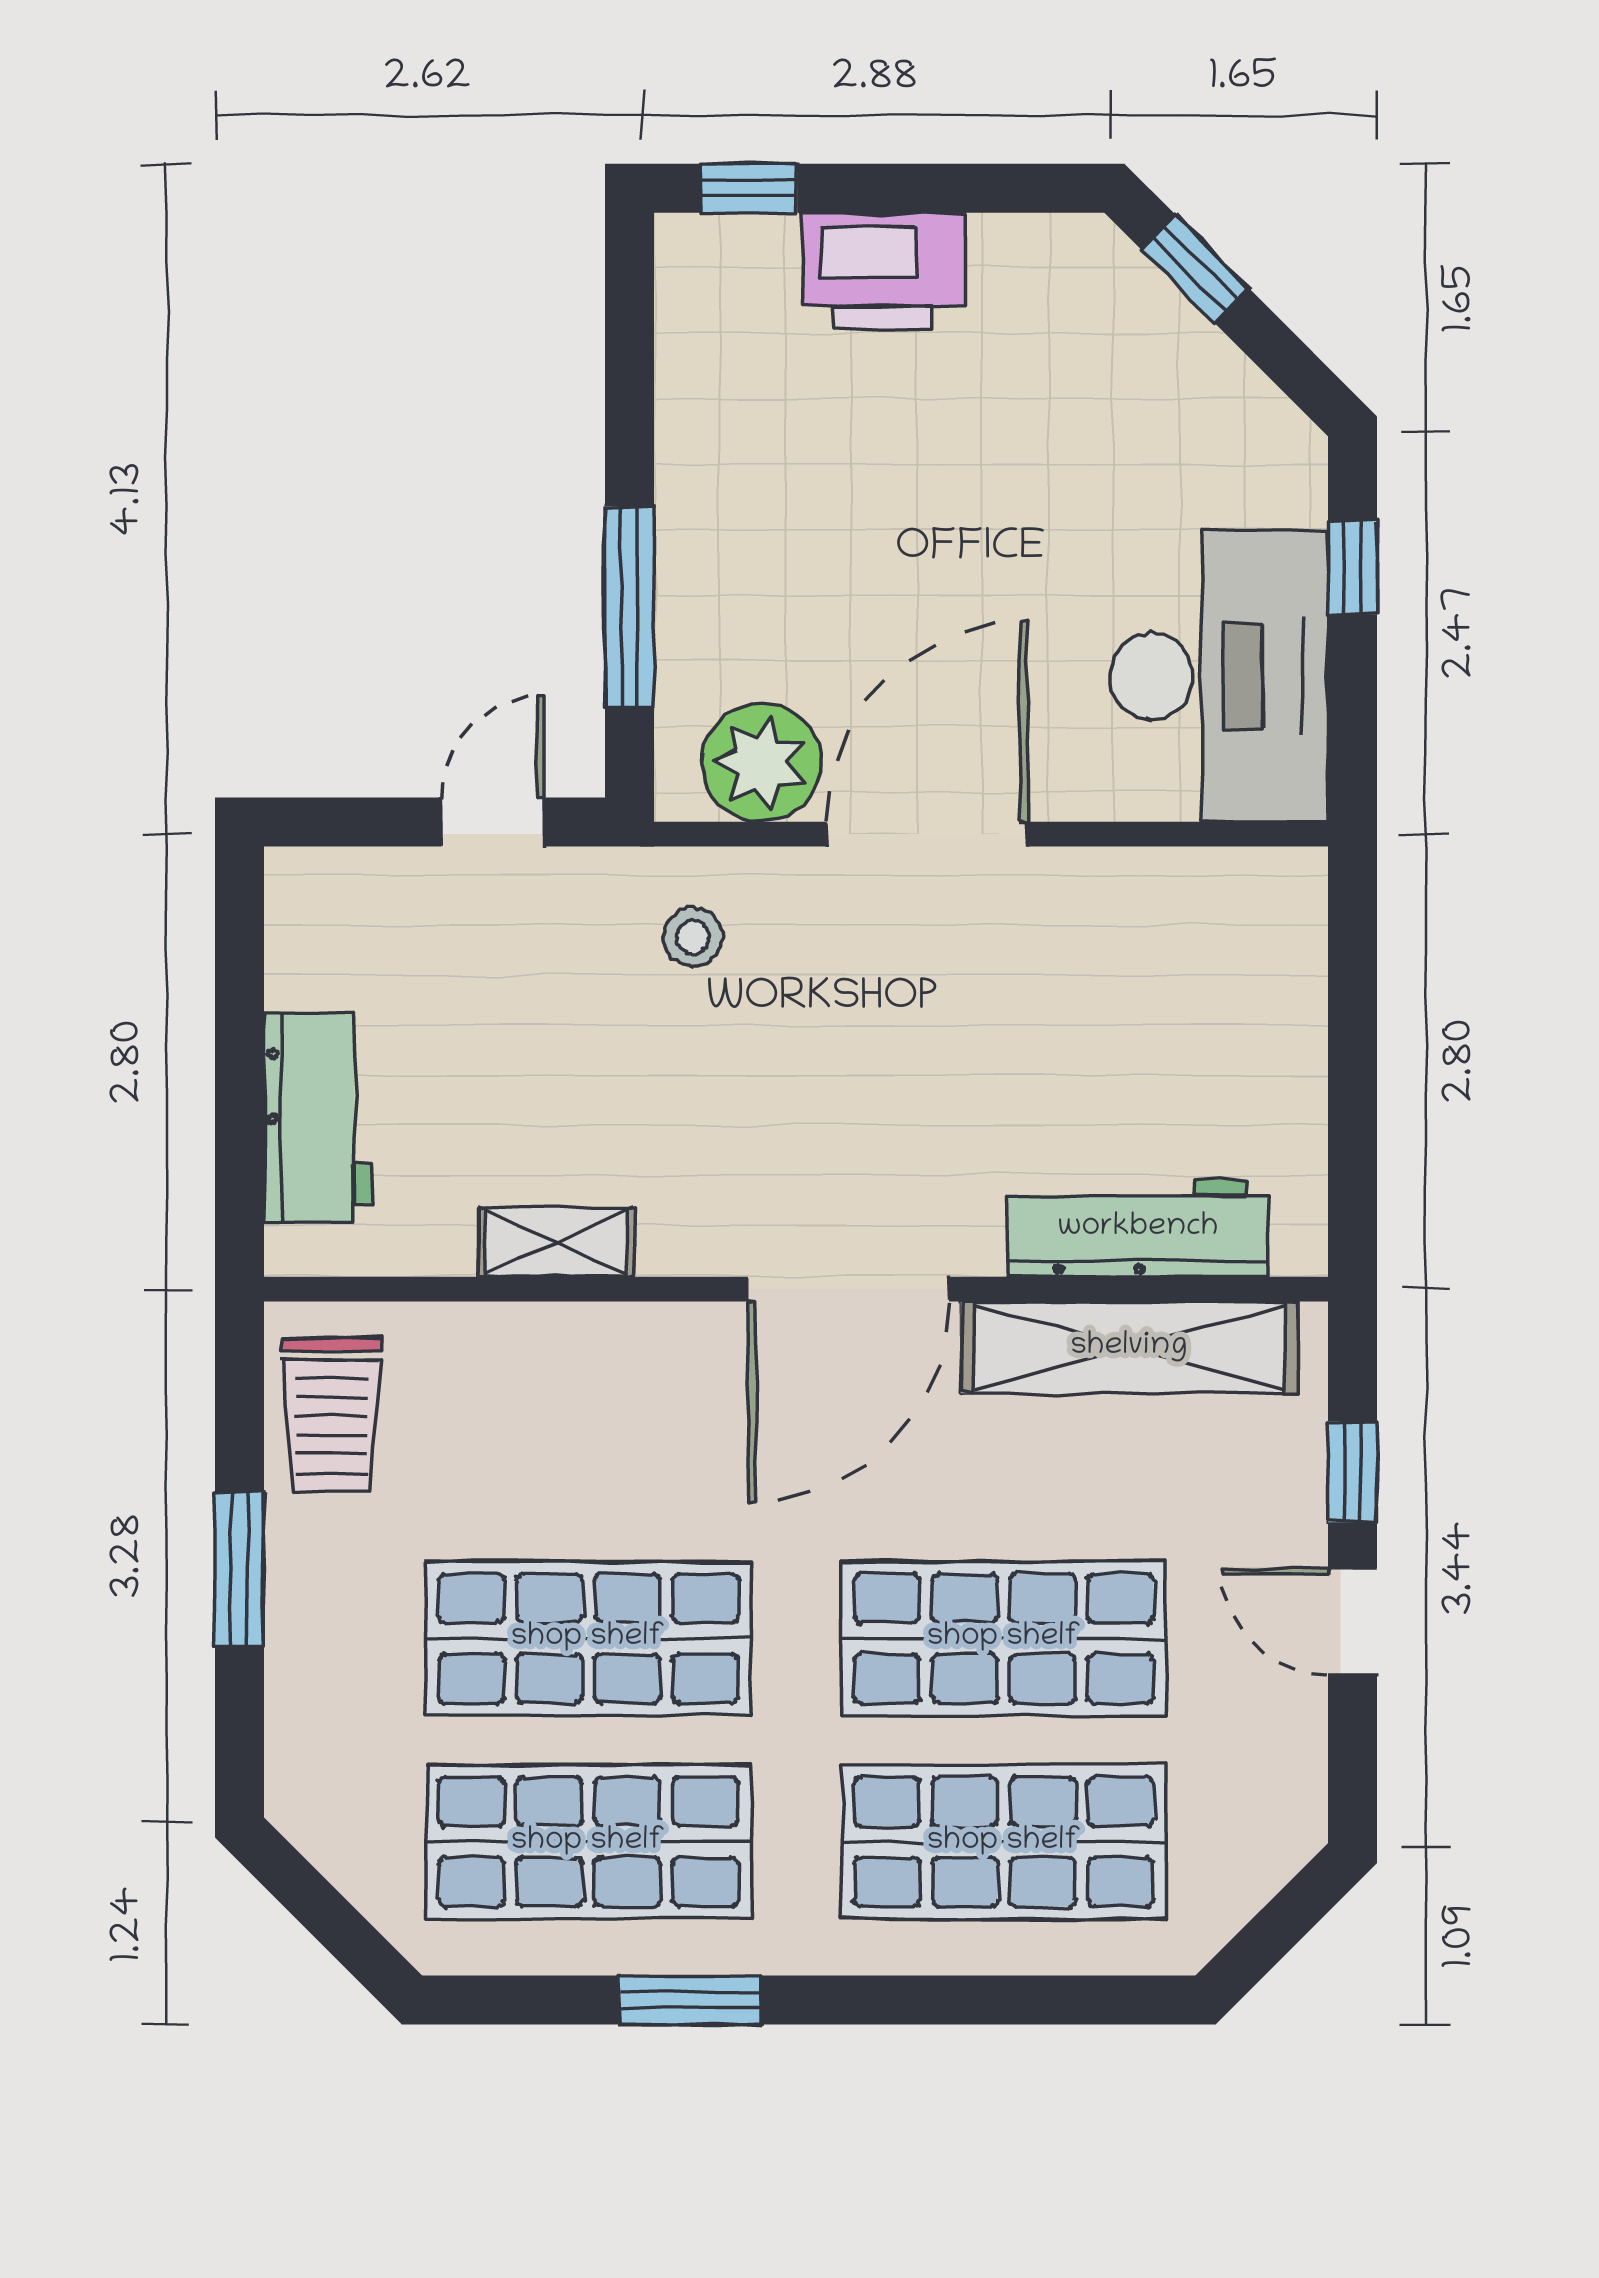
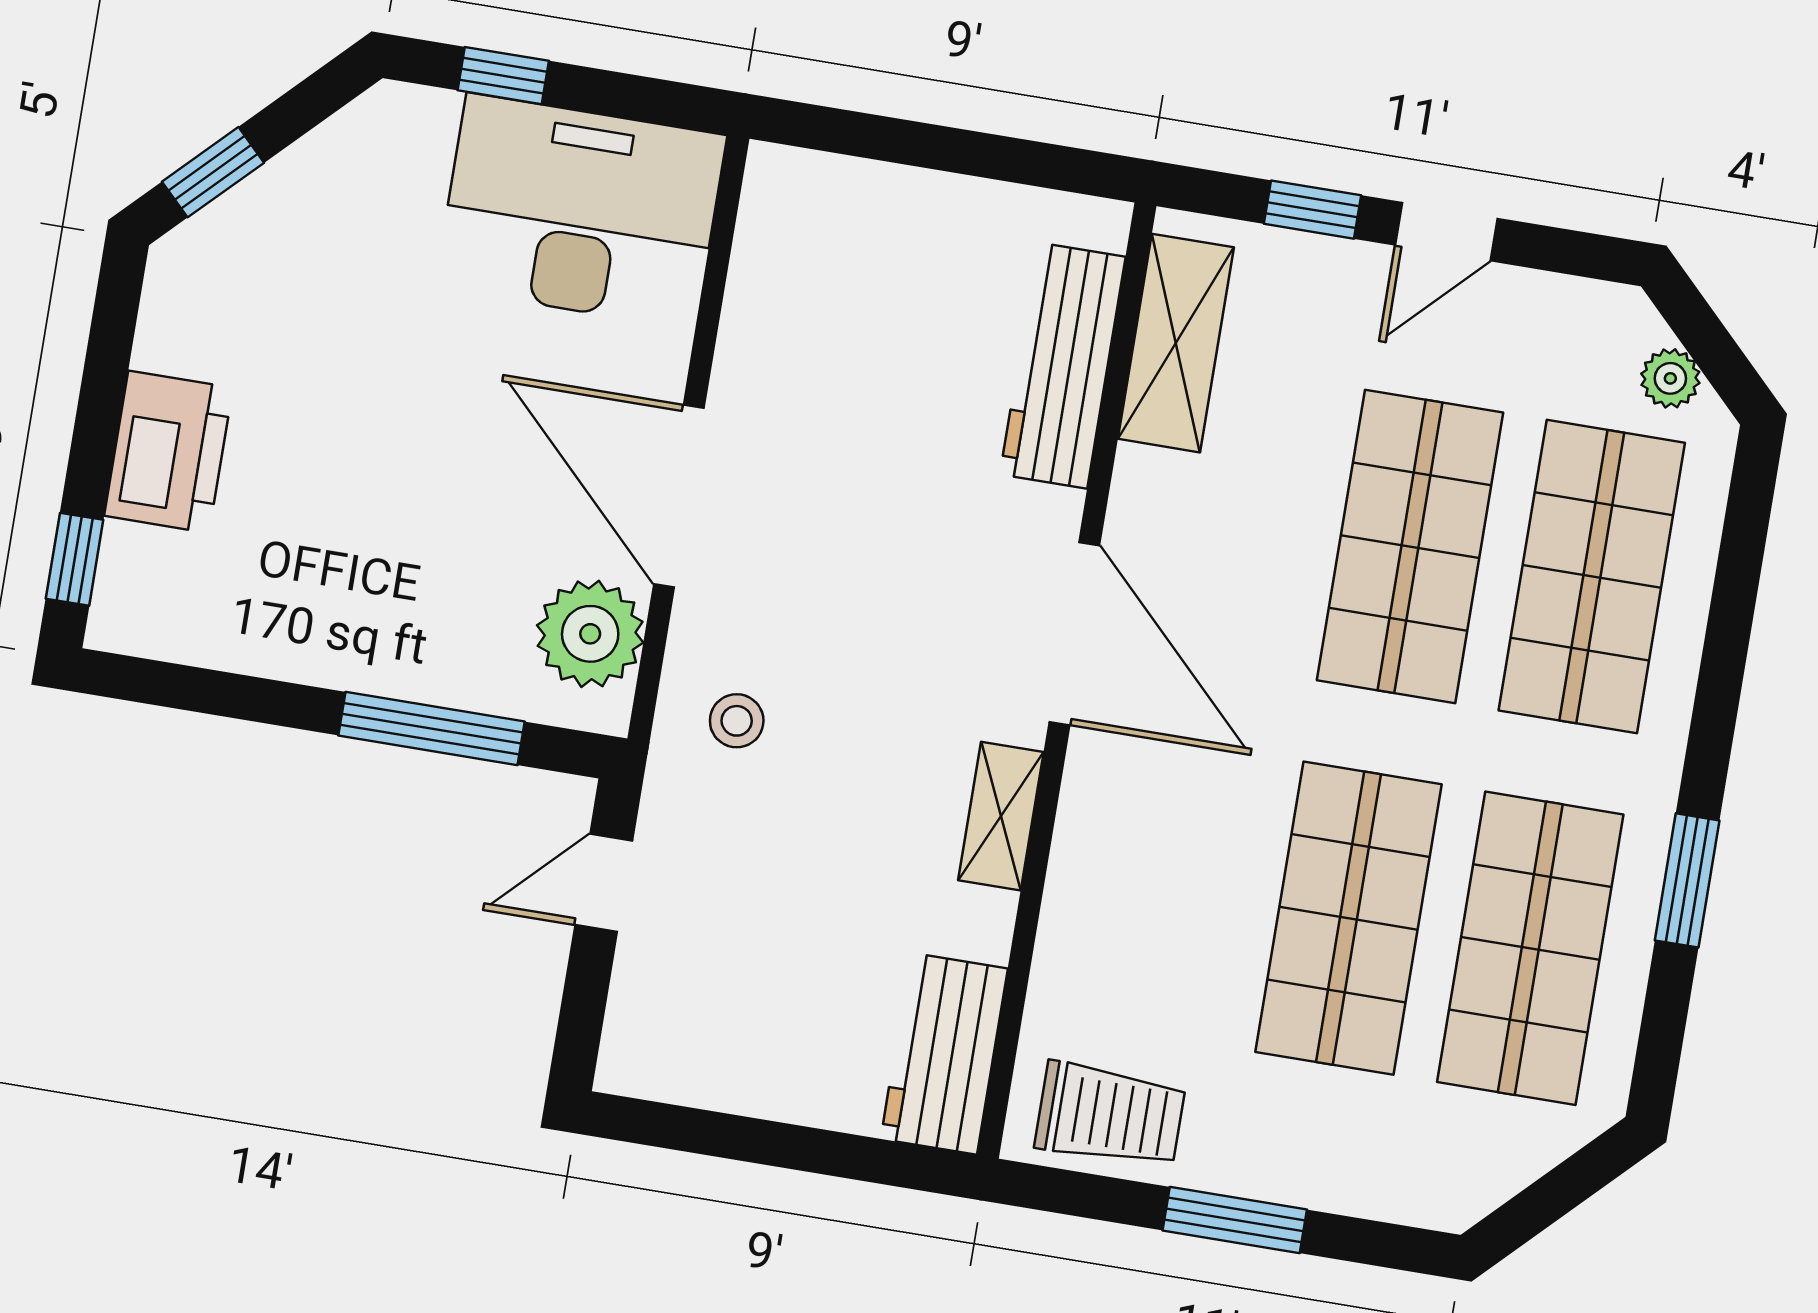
door: (493, 822) -> (604, 883), hinge flipped
workbench: (318, 1117) -> (944, 1054), moved, turned -90
shelving: (556, 1242) -> (1001, 816), moved
shelving: (1129, 1347) -> (1176, 343), width x0.68
plant: (1233, 1891) -> (1670, 378), added

